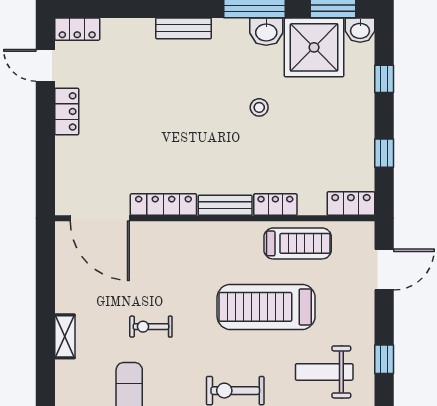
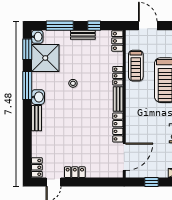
washbasin: (266, 32) -> (38, 97), moved
window: (384, 79) -> (60, 26), width x2.17
bench: (364, 129) -> (83, 35), added
treadmill: (298, 243) -> (136, 66), turned 180
window: (45, 277) -> (151, 182), added

